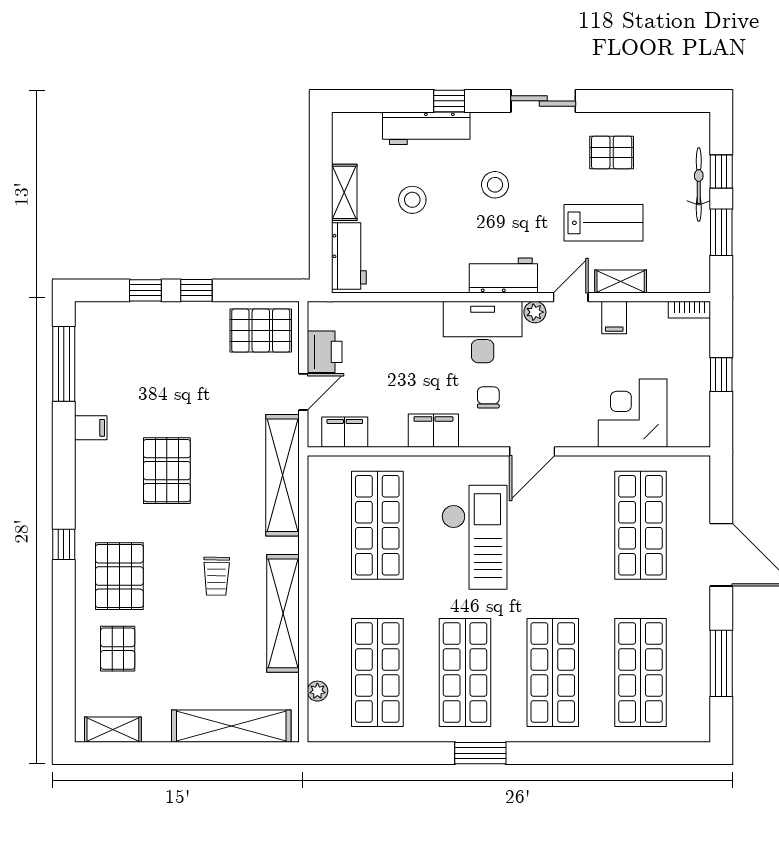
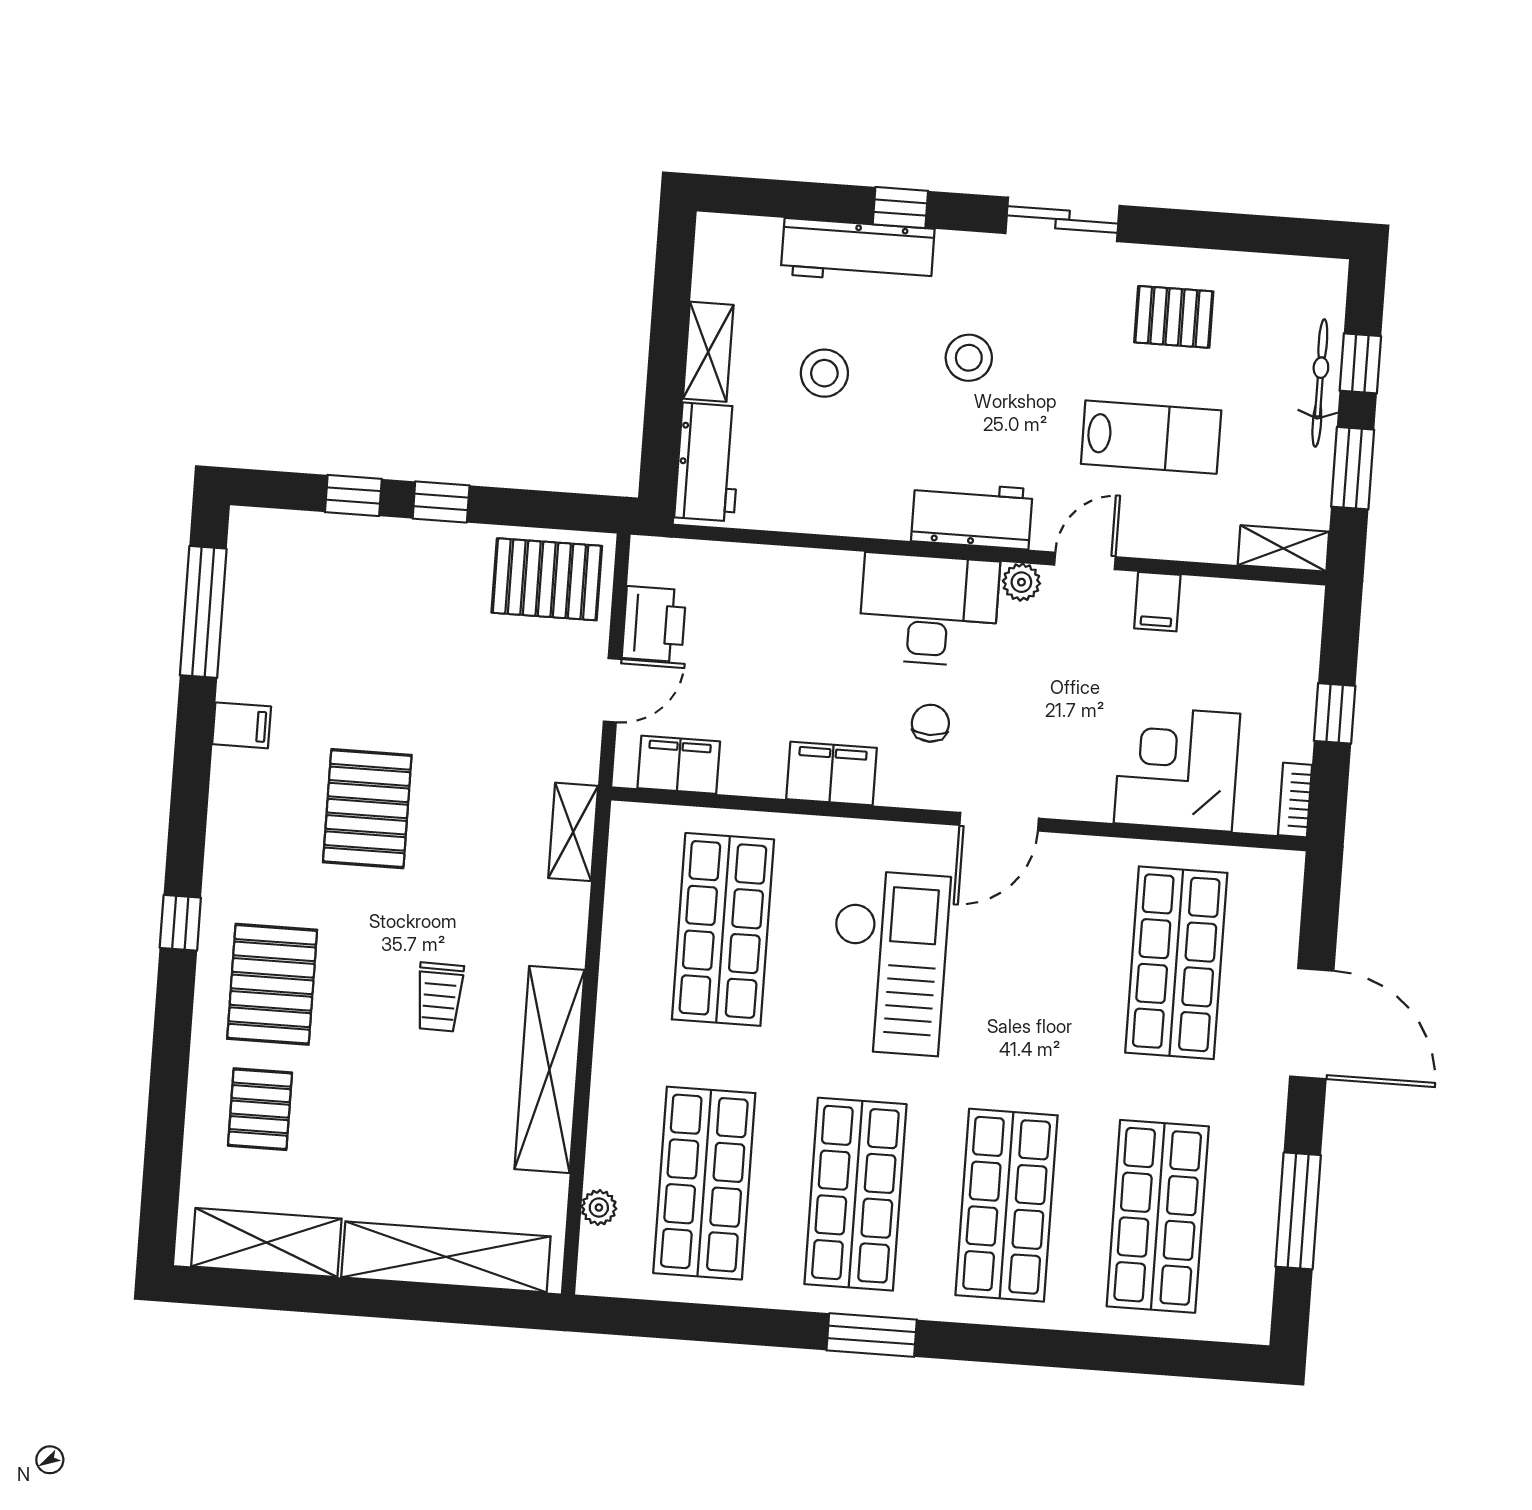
shelving: (621, 281) -> (1283, 548), moved
bookcase: (689, 310) -> (1295, 800), moved, turned 90
shelving: (283, 475) -> (573, 832), width x0.45, depth x0.75
shelving: (113, 730) -> (266, 1242), width x1.50, depth x1.33

